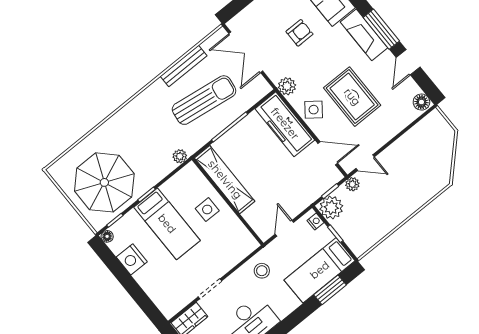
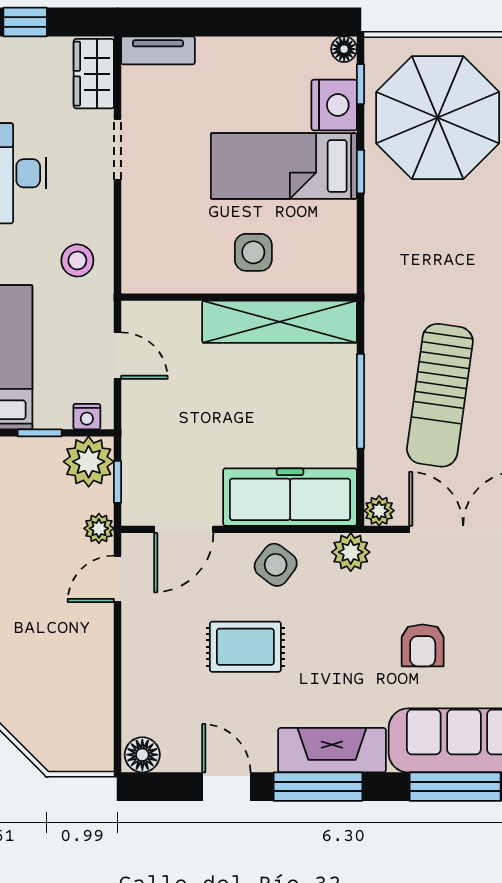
rug: (352, 97) -> (245, 647), width x0.73, depth x0.70
plant: (180, 156) -> (379, 511), moved
nightstand: (132, 259) -> (334, 105), moved, turned 90
tv unit: (162, 303) -> (158, 50), added

